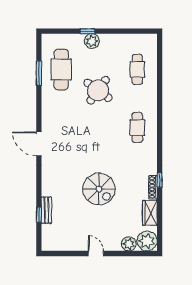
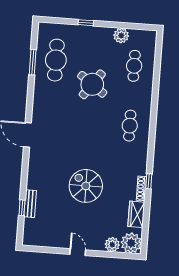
plant: (92, 41) -> (121, 36), moved
spiral stairs: (99, 189) -> (86, 186), turned 180

